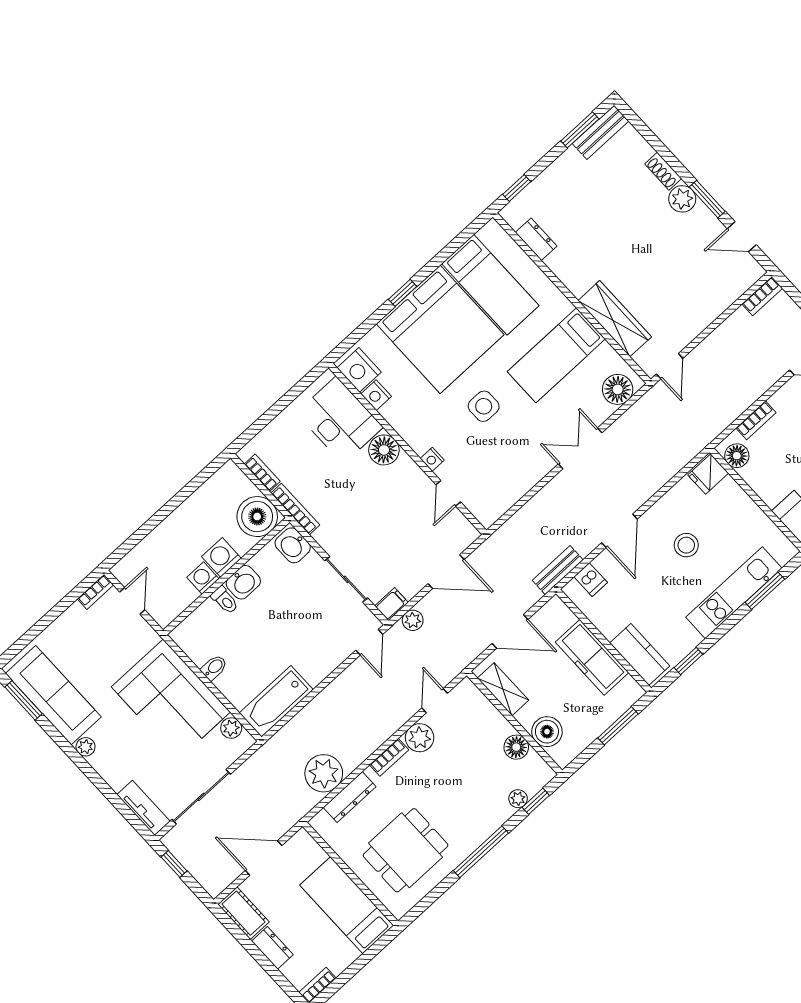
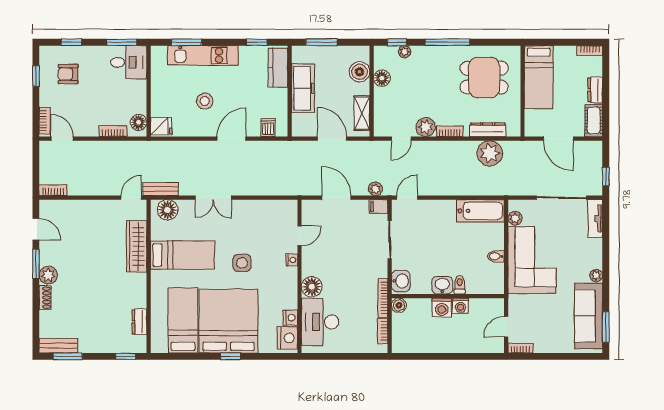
boiler: (257, 517) -> (399, 305), width x0.54, depth x0.54
bench: (558, 570) -> (161, 189), moved

